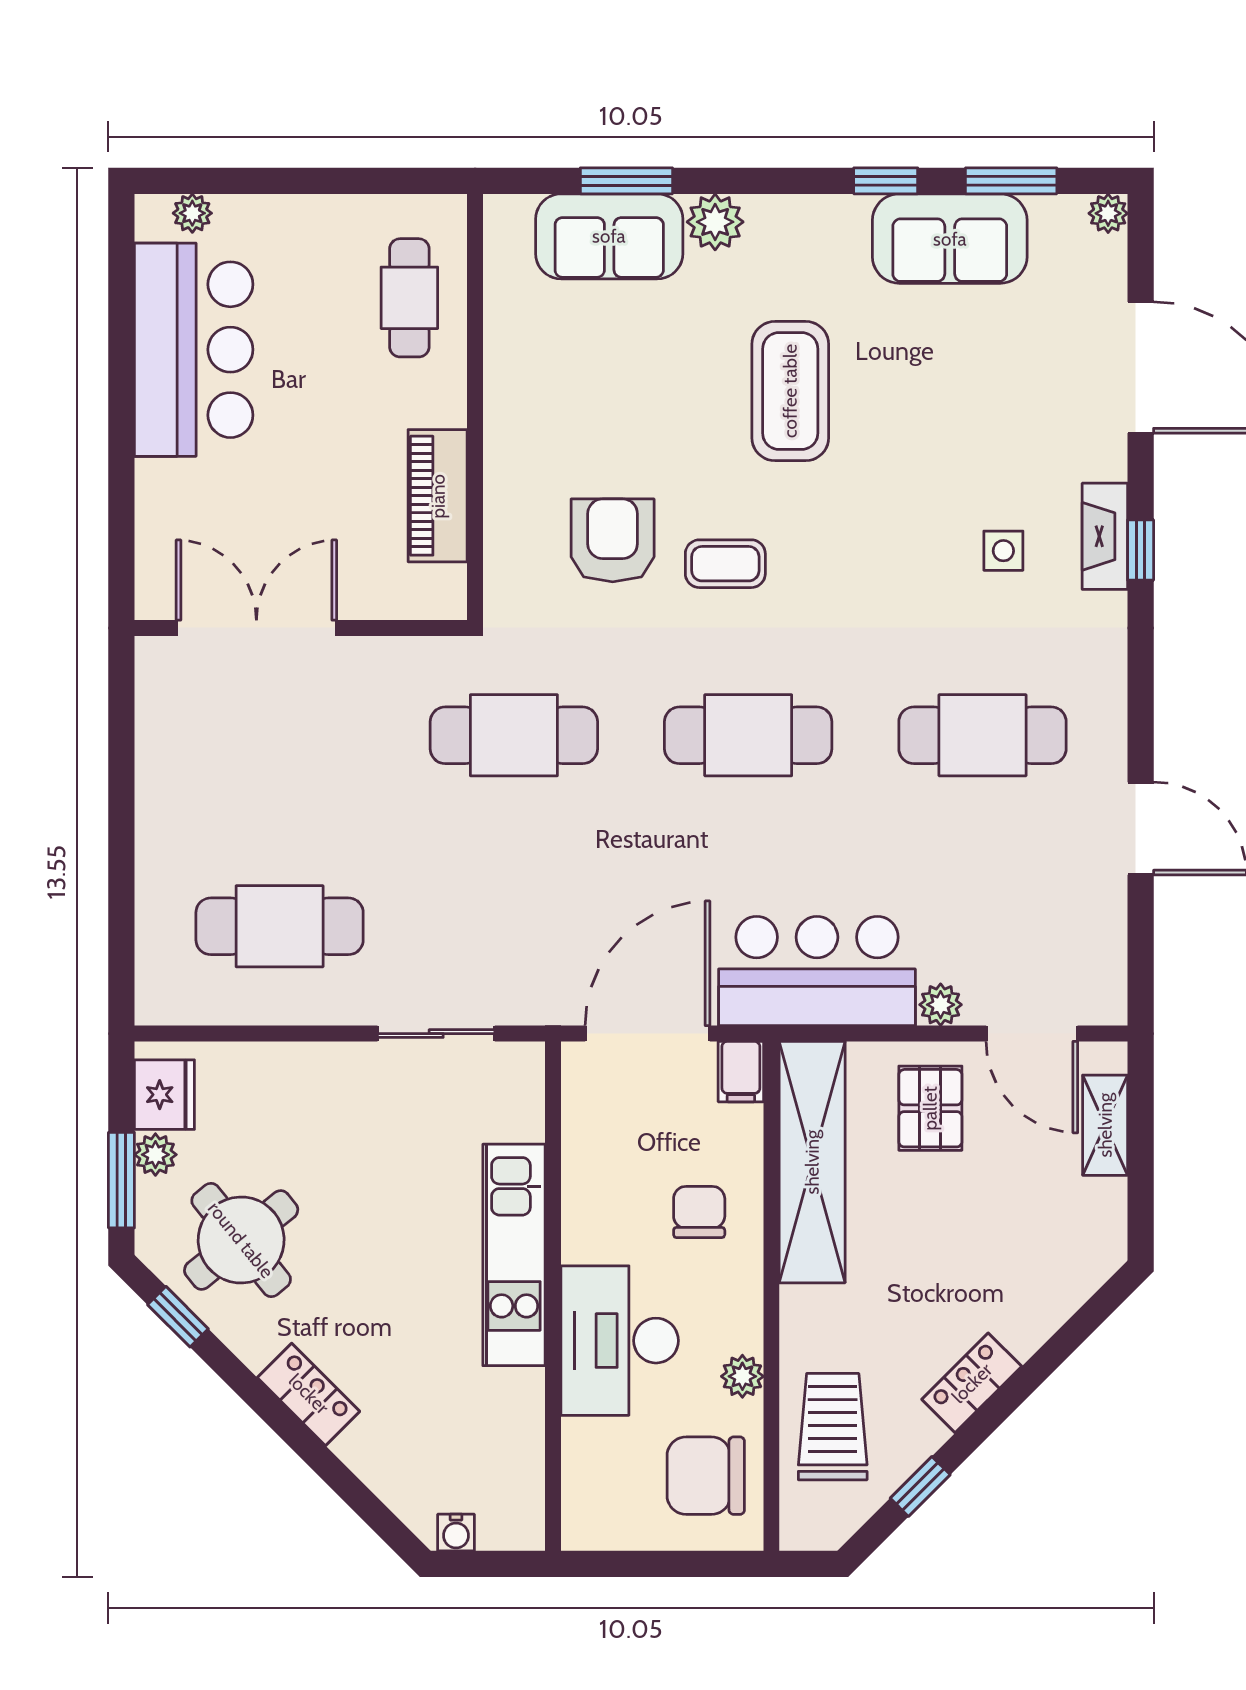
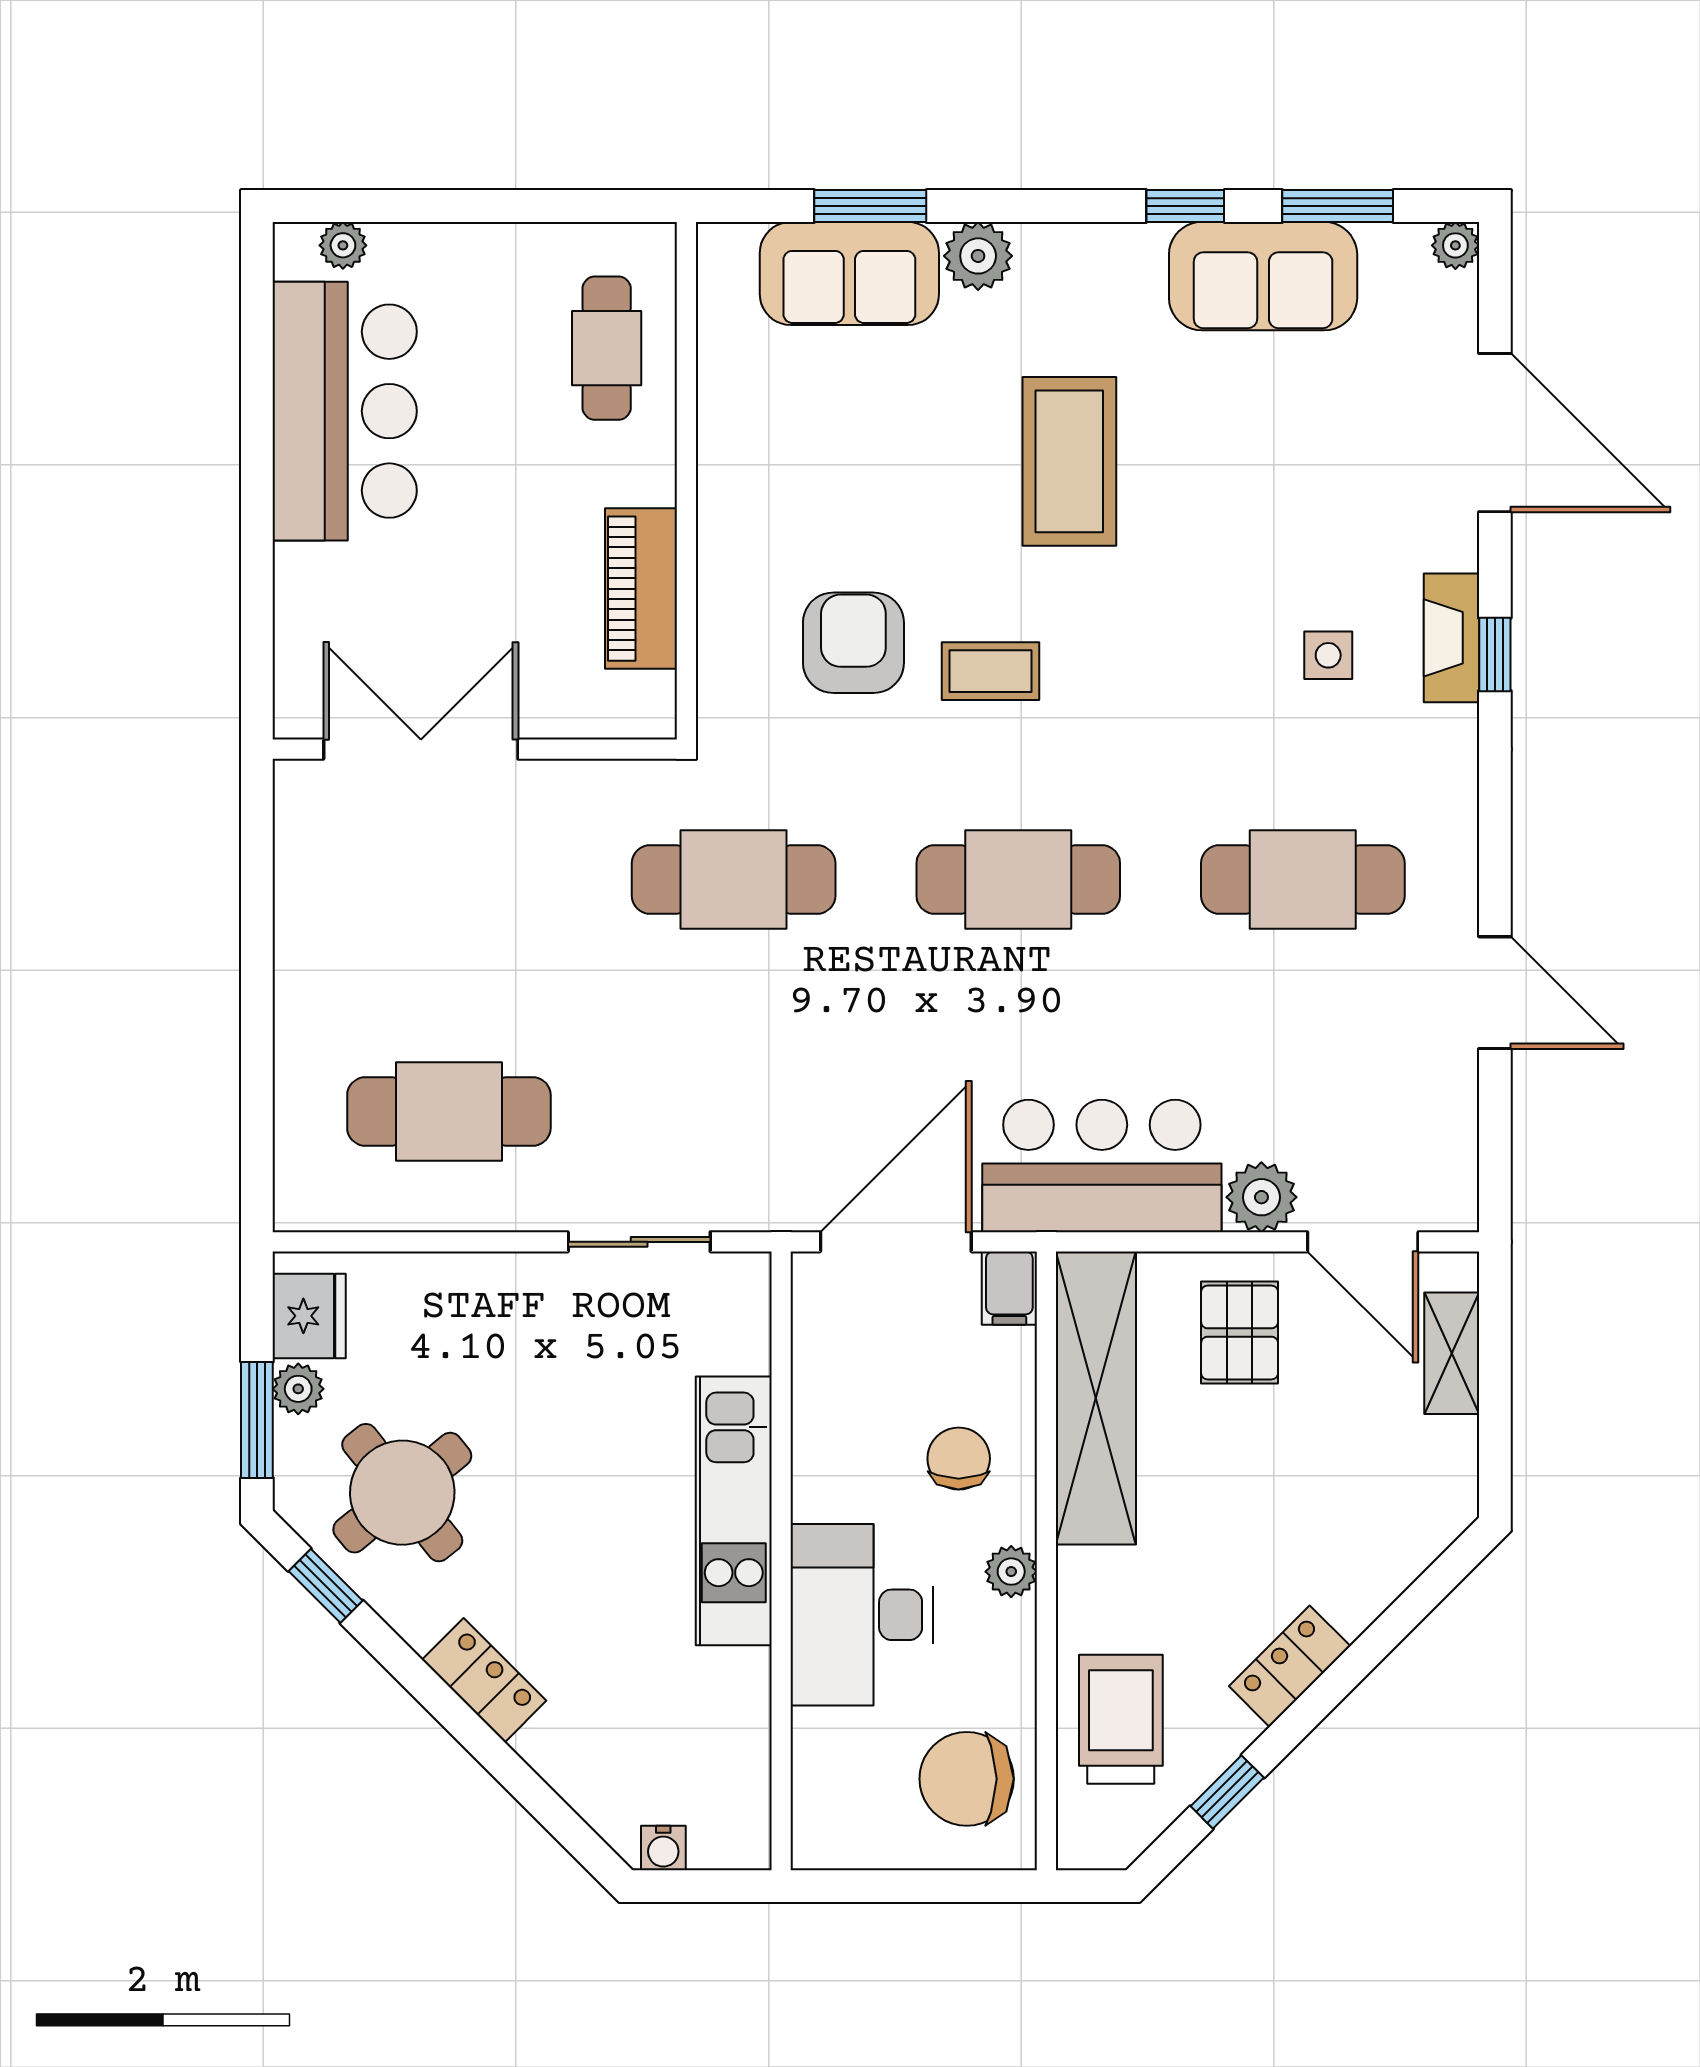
plant: (941, 1005) -> (1261, 1197), width x1.38, depth x1.38
plant: (742, 1376) -> (1011, 1572), moved

